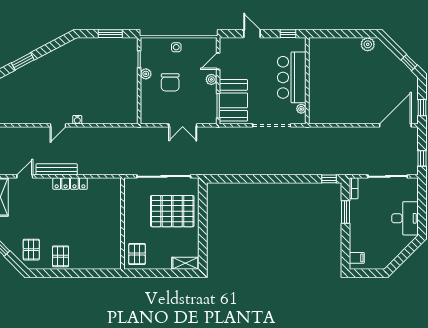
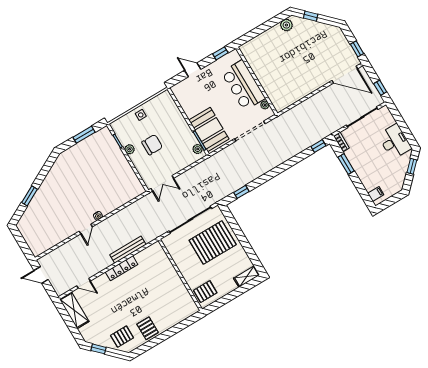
door: (218, 61) -> (179, 106), removed
window: (409, 63) -> (311, 16), moved
plant: (211, 79) -> (198, 149), moved
chair: (170, 82) -> (152, 145), turned -90
double door: (183, 125) -> (162, 183), moved
door: (395, 125) -> (345, 75), swing flipped
bench: (57, 169) -> (128, 250), moved
door: (25, 176) -> (84, 283), swing flipped
window: (229, 179) -> (241, 192), added
pallet: (31, 250) -> (122, 337), turned 90
window: (407, 252) -> (412, 166), added
pallet: (137, 254) -> (205, 292), turned 90

